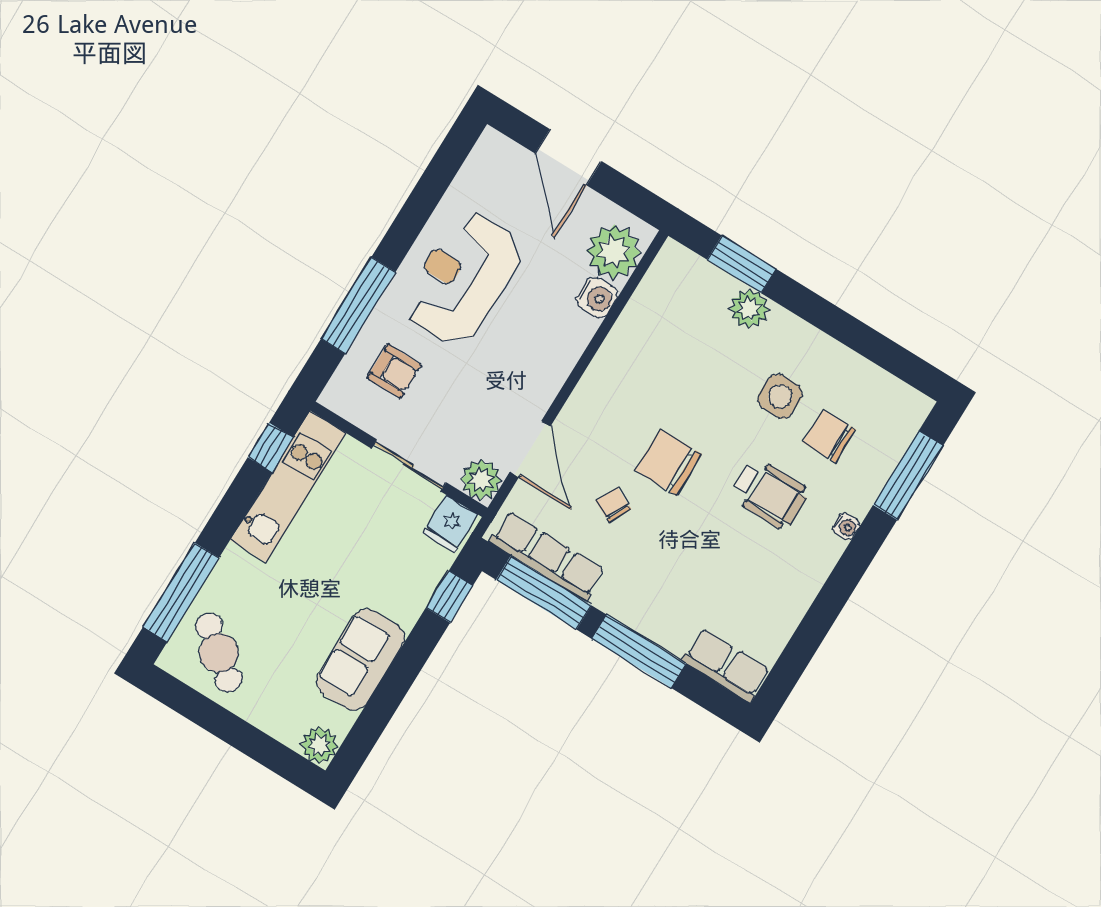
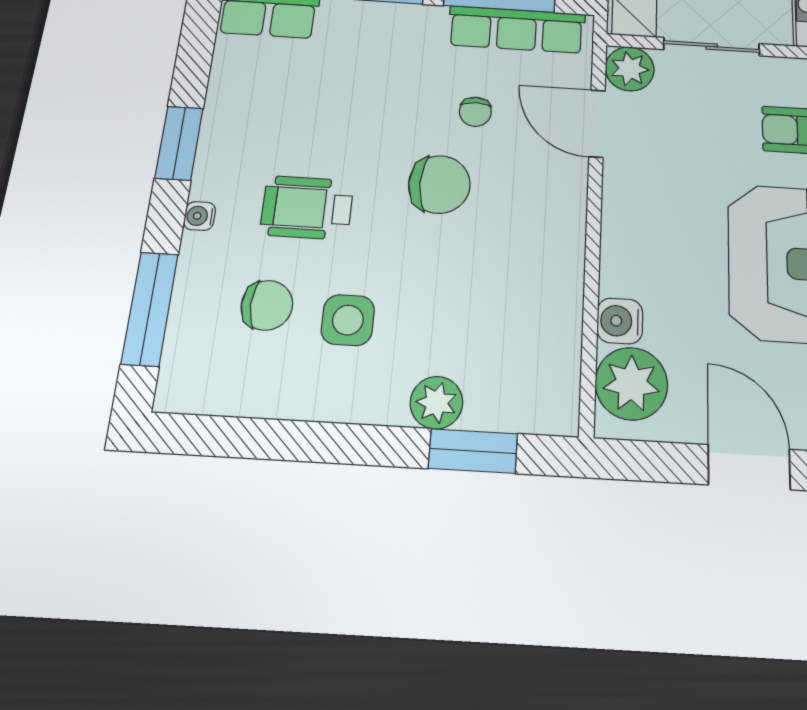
chair: (613, 505) -> (475, 112), turned 64
window: (836, 591) -> (179, 143), added

